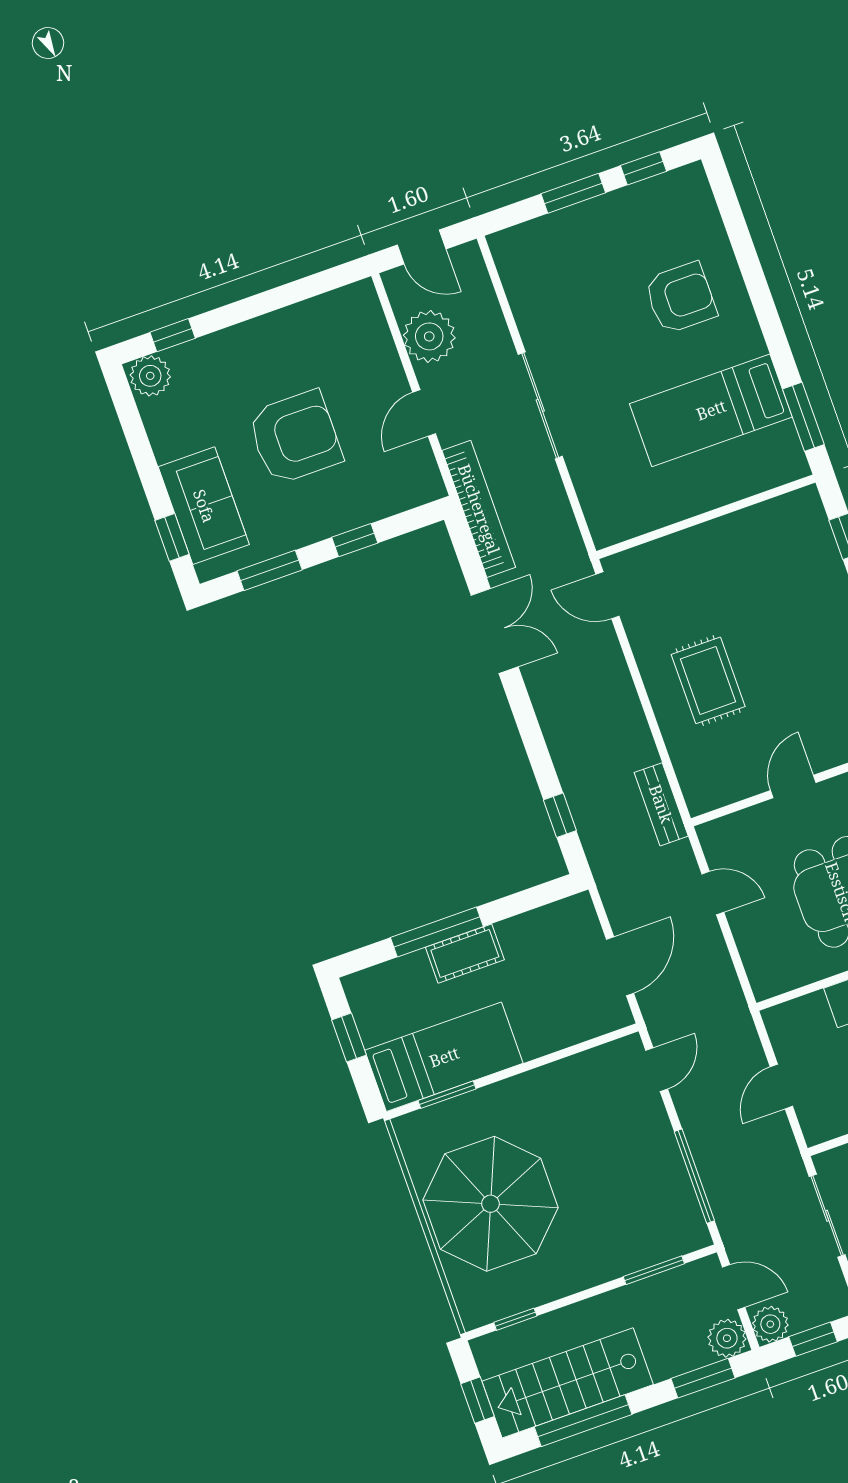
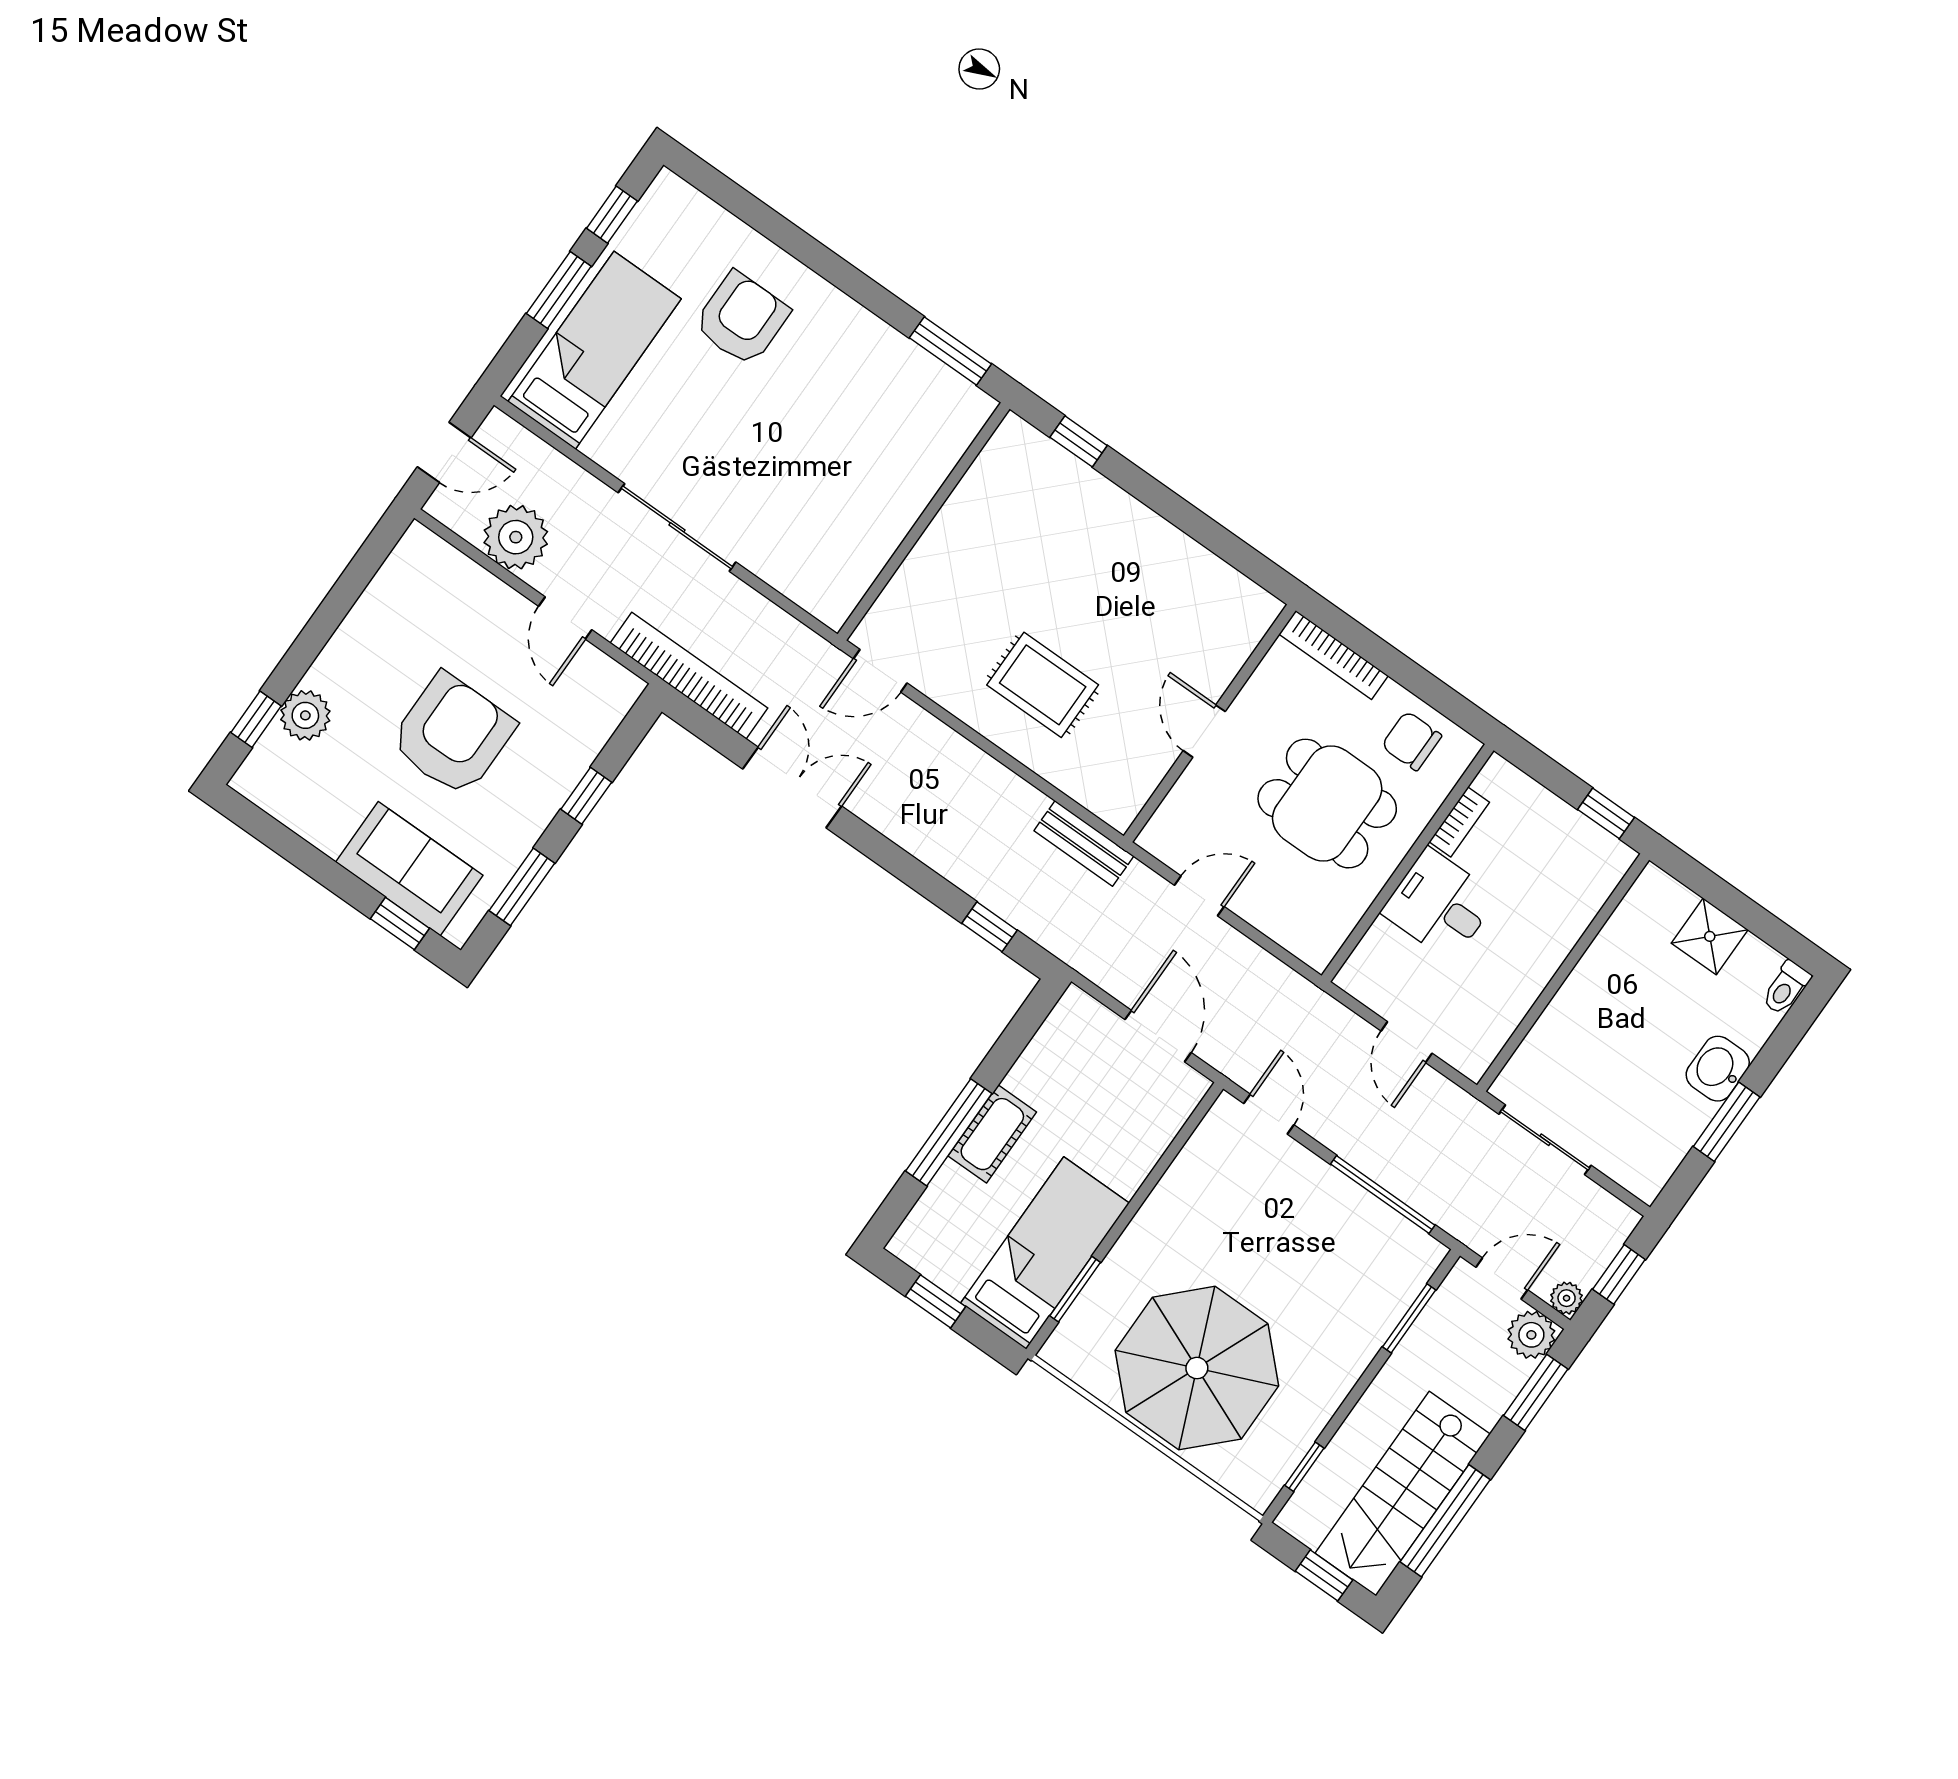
plant: (150, 376) -> (305, 715), moved
bed: (711, 410) -> (595, 350), moved, turned 180
plant: (770, 1324) -> (1567, 1298), width x0.73, depth x0.73

